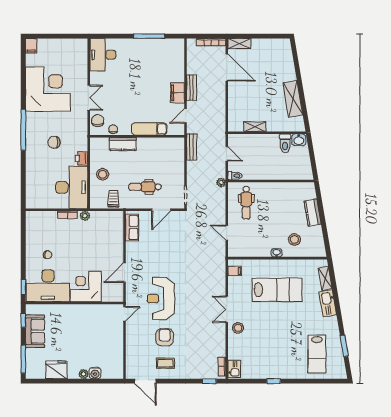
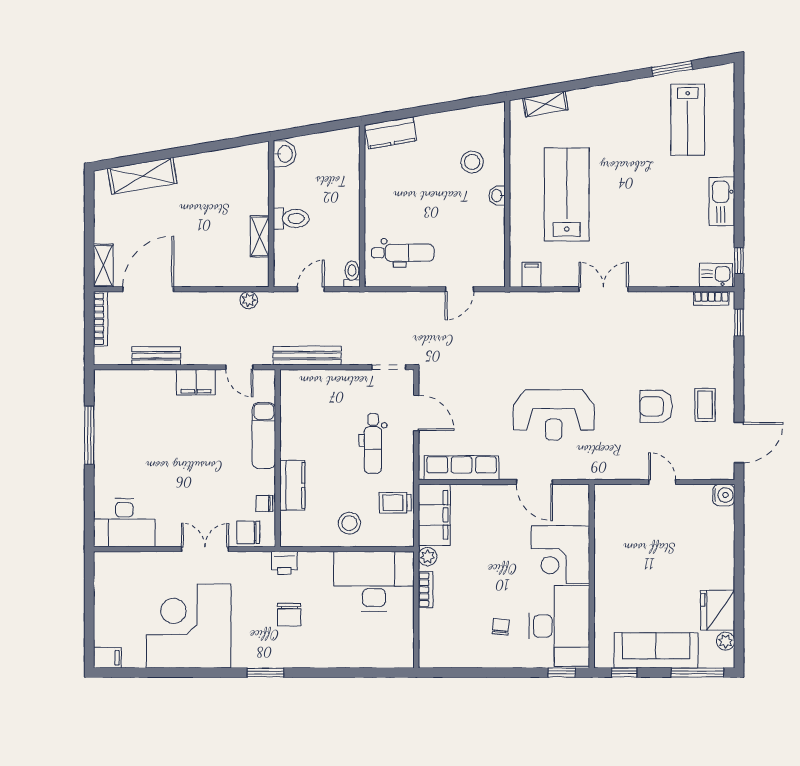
bench: (191, 88) -> (156, 356), moved
shelving: (293, 99) -> (142, 176), moved
window: (23, 130) -> (265, 673), width x0.47
toilet: (285, 143) -> (291, 218), moved
bench: (192, 147) -> (307, 355), width x1.36
printer: (82, 158) -> (284, 563), moved
plant: (221, 183) -> (249, 300), moved
kitchen counter: (313, 213) -> (391, 133), moved
filing cabinet: (107, 219) -> (434, 515), added
row of seats: (132, 228) -> (462, 468), width x1.48
reception desk: (161, 299) -> (554, 415), moved
kitchen sink: (328, 303) -> (722, 201), moved, turned 100
double door: (227, 309) -> (604, 289), swing flipped
door: (124, 314) -> (662, 482), moved
stool: (238, 328) -> (639, 268), removed
sofa: (35, 331) -> (656, 650), width x1.36
lab bench: (317, 354) -> (688, 120), turned 90
water cooler: (95, 373) -> (724, 495), moved
plant: (84, 374) -> (726, 641), moved
window: (274, 381) -> (739, 261), moved

